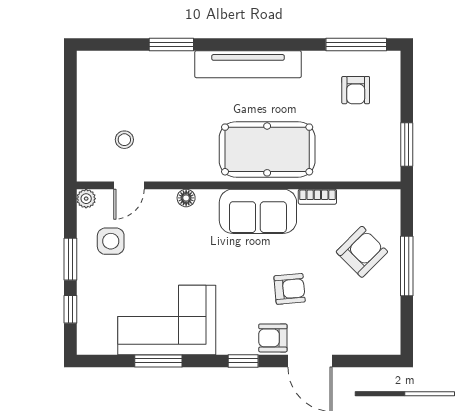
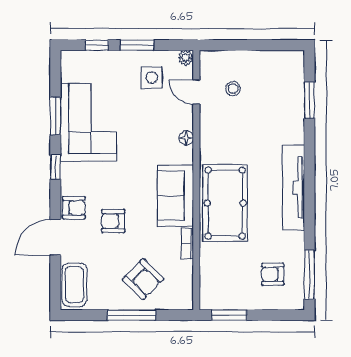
window: (171, 44) -> (309, 100), moved
armchair: (290, 289) -> (113, 221), turned 95
coffee table: (369, 337) -> (74, 285), added
armchair: (273, 338) -> (74, 208), turned 90
window: (243, 361) -> (55, 167), moved

